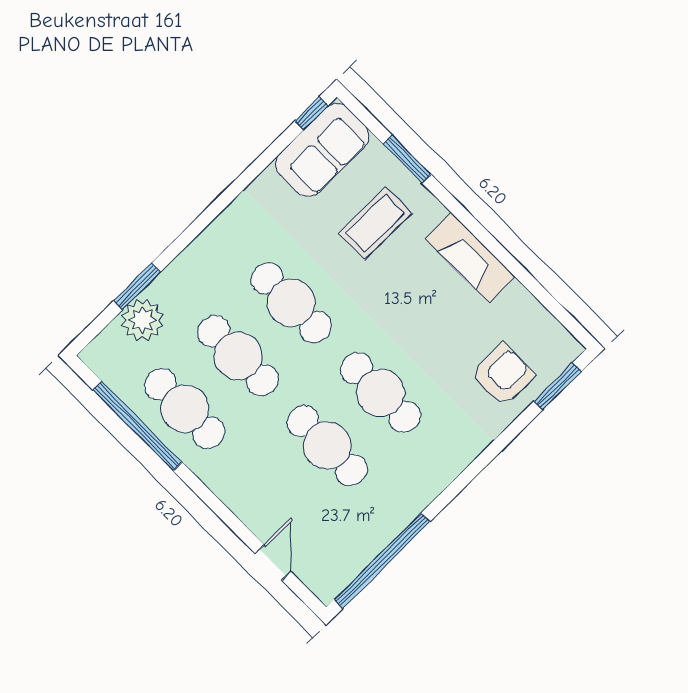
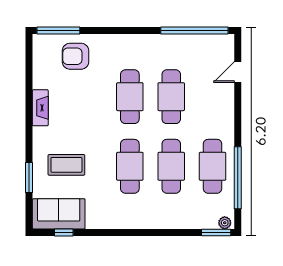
window: (311, 113) -> (64, 232), moved
fireplace: (470, 258) -> (40, 108), width x0.73, depth x0.76
window: (137, 286) -> (216, 232), moved
plant: (142, 320) -> (225, 223), moved, width x0.53, depth x0.53
window: (558, 386) -> (58, 31), width x1.44

